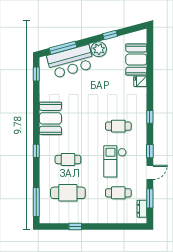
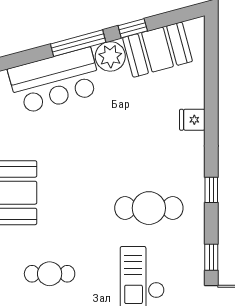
window: (63, 48) -> (78, 43), moved
booth: (136, 60) -> (158, 50), moved, turned 75
cafe table: (118, 126) -> (149, 208), width x1.37, depth x1.35

